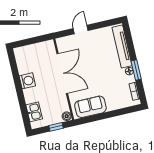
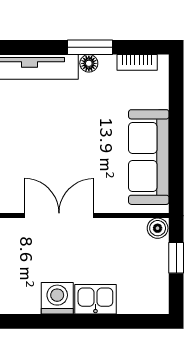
double door: (62, 73) -> (59, 216), width x0.73
sofa: (90, 107) -> (149, 157), width x1.36
kitchen sink: (34, 112) -> (95, 299), moved

